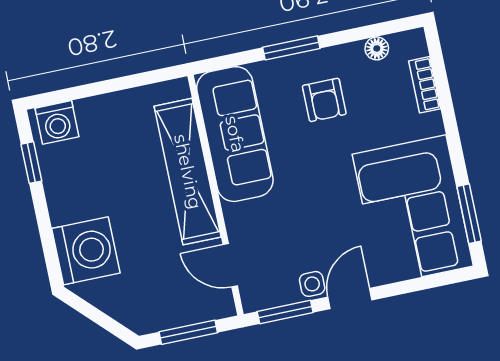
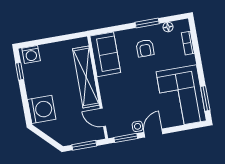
window: (291, 48) -> (147, 23), moved
sofa: (235, 134) -> (105, 54), width x0.73

